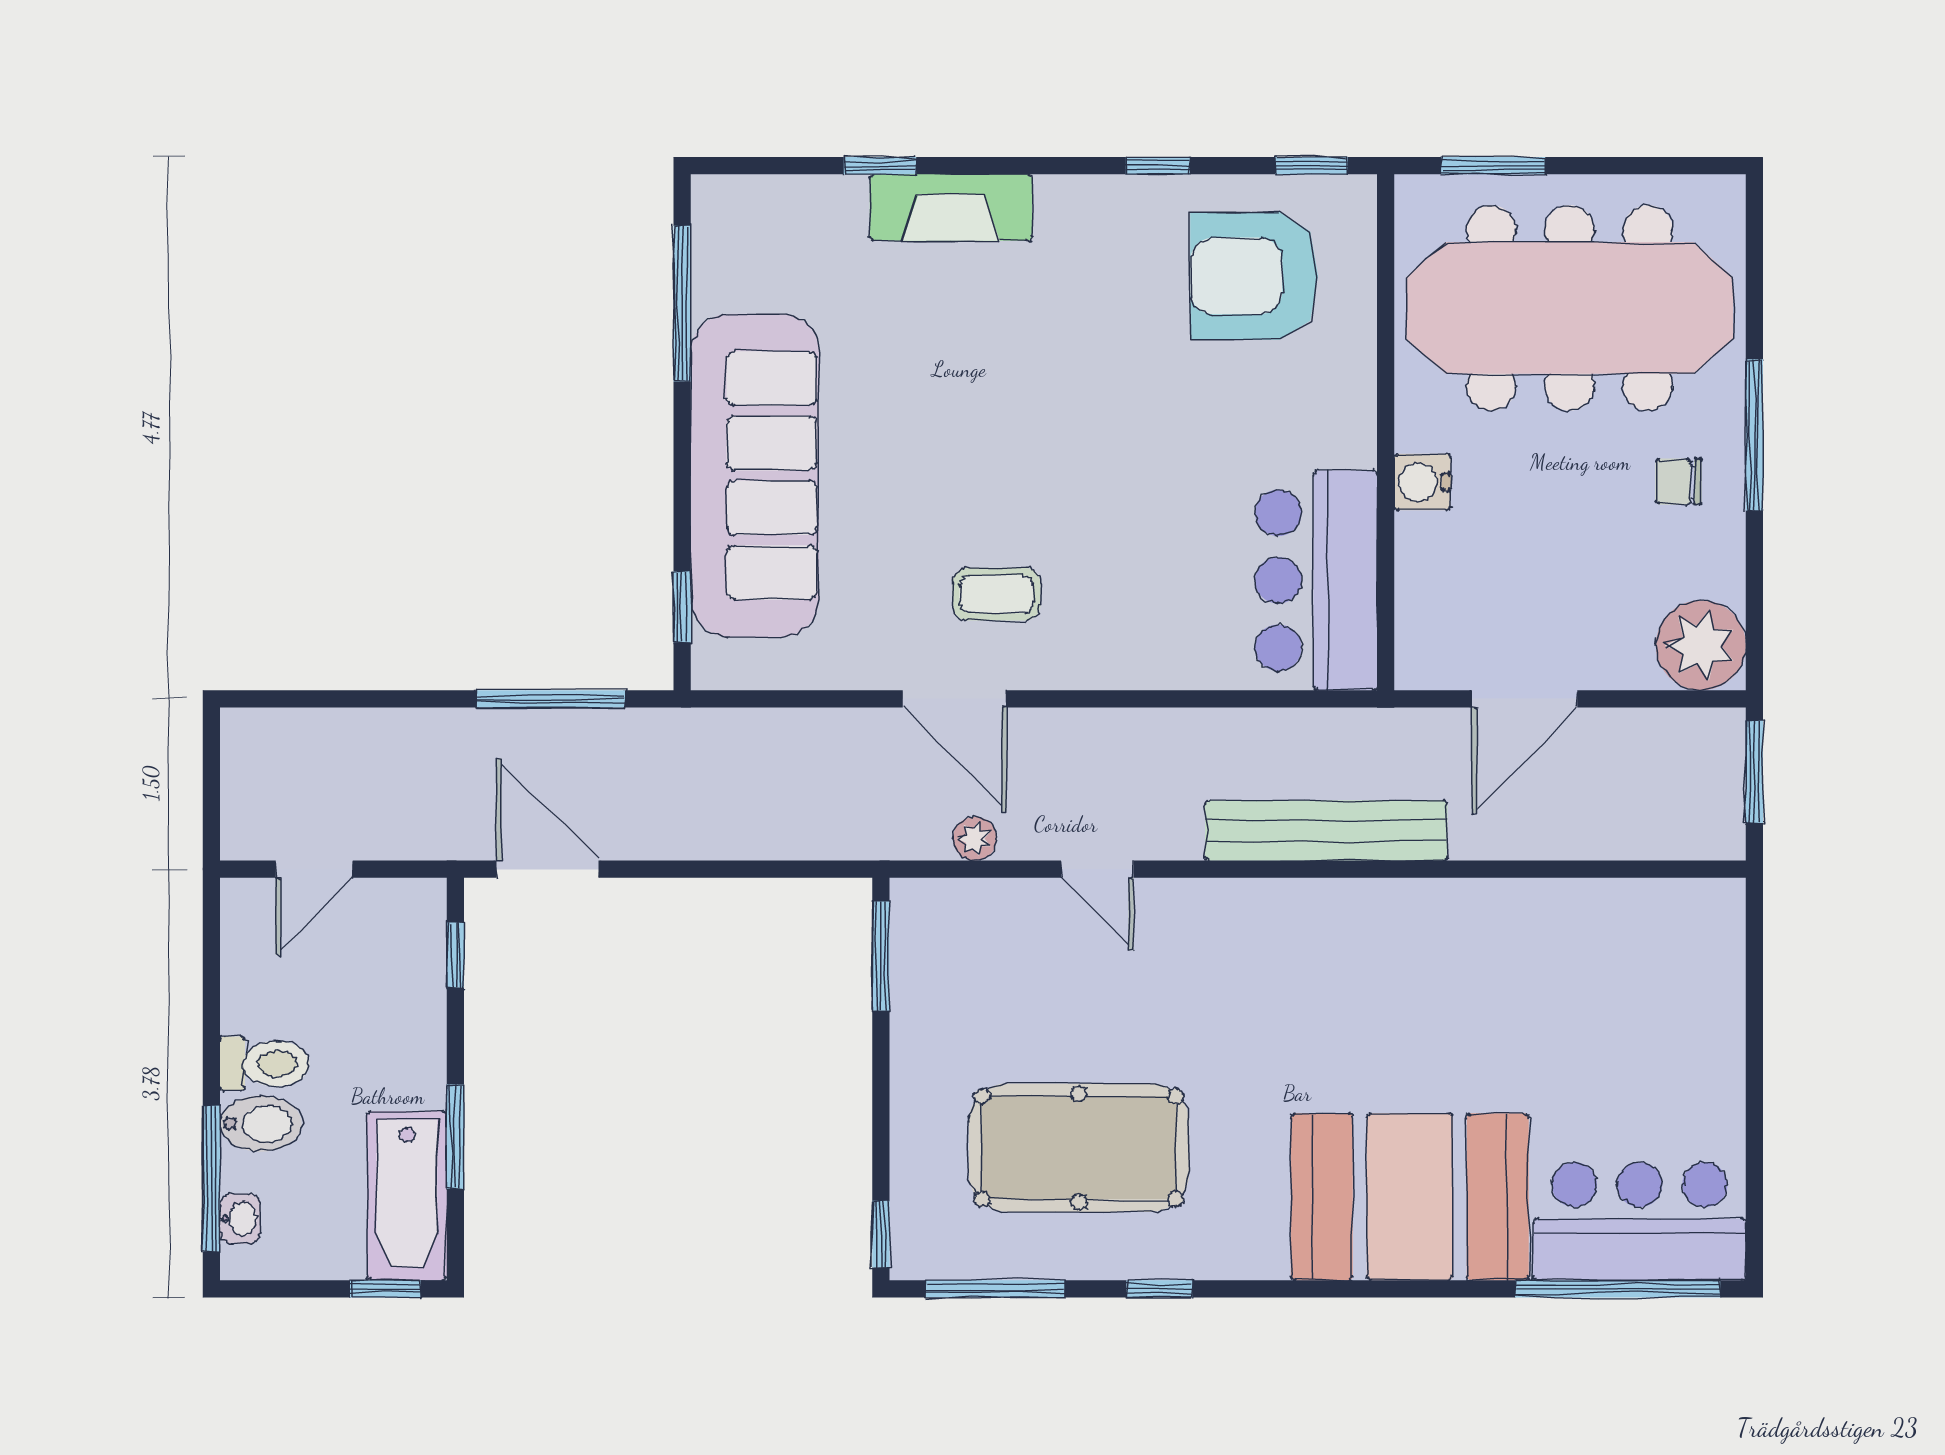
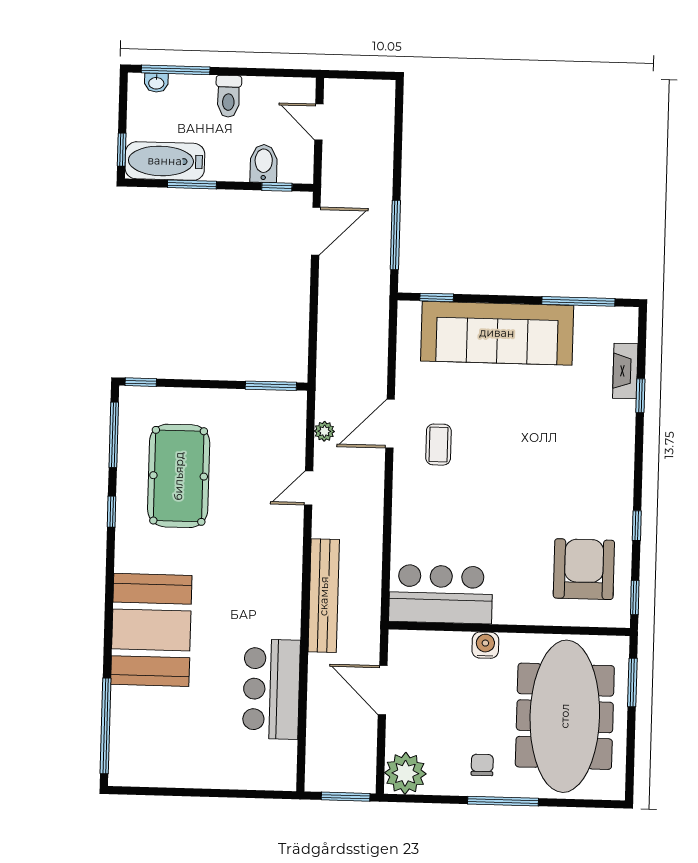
fireplace: (951, 207) -> (625, 371), moved, width x0.73, depth x0.76
bidet: (261, 1124) -> (264, 163), moved, turned 180
bar counter: (1640, 1221) -> (271, 689), moved, turned 180

